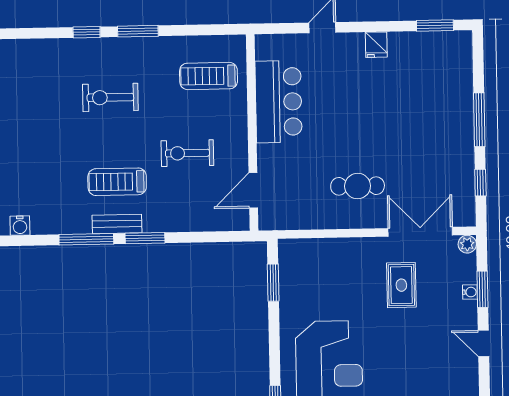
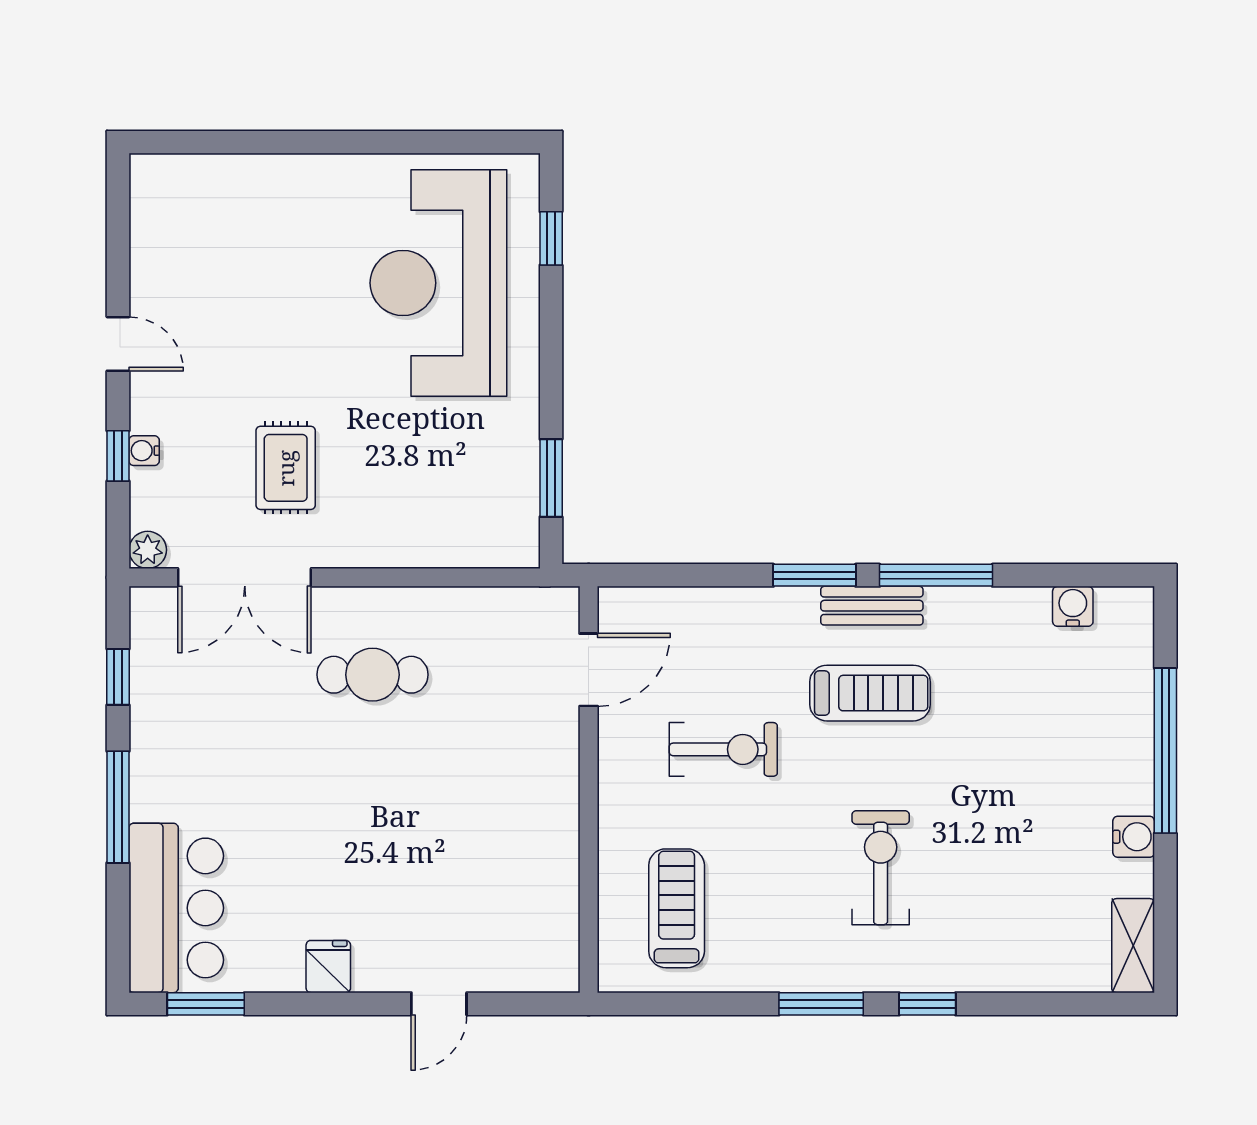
treadmill: (209, 76) -> (677, 908), turned -90
exercise bike: (110, 97) -> (881, 868), turned -90
bar counter: (279, 102) -> (176, 908), moved, turned 180
window: (482, 289) -> (118, 456), width x0.67

